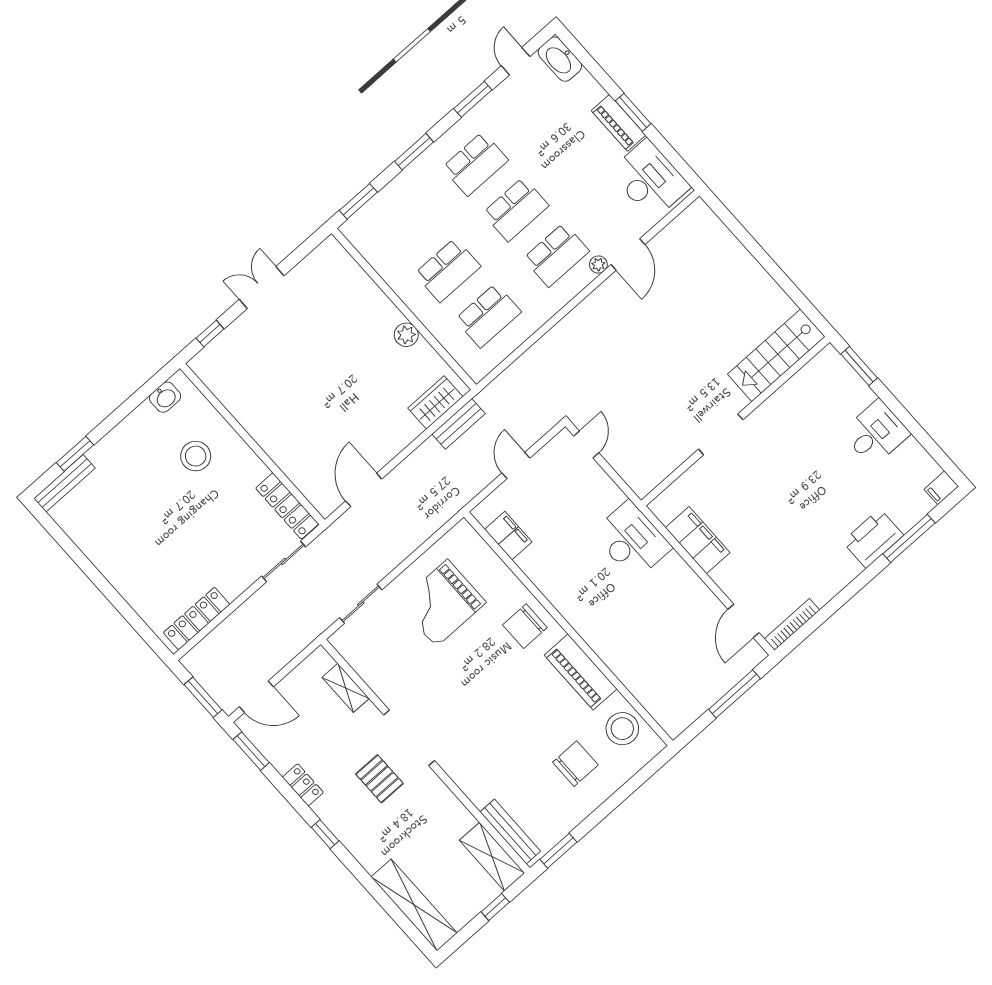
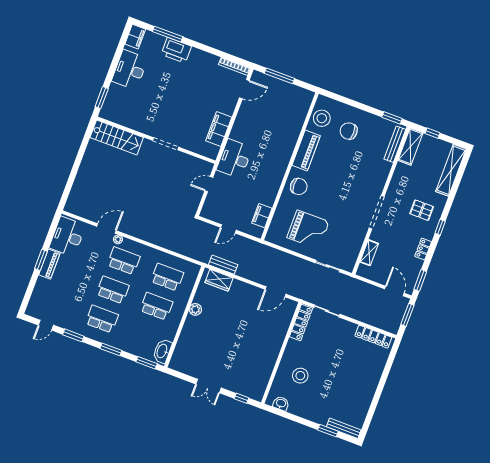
washbasin: (560, 59) -> (162, 351), moved, turned 180
desk: (876, 433) -> (130, 70), width x1.37
door: (586, 444) -> (209, 184), moved
filing cabinet: (941, 488) -> (135, 37), width x2.00
pallet: (379, 779) -> (422, 210), moved, turned 90

